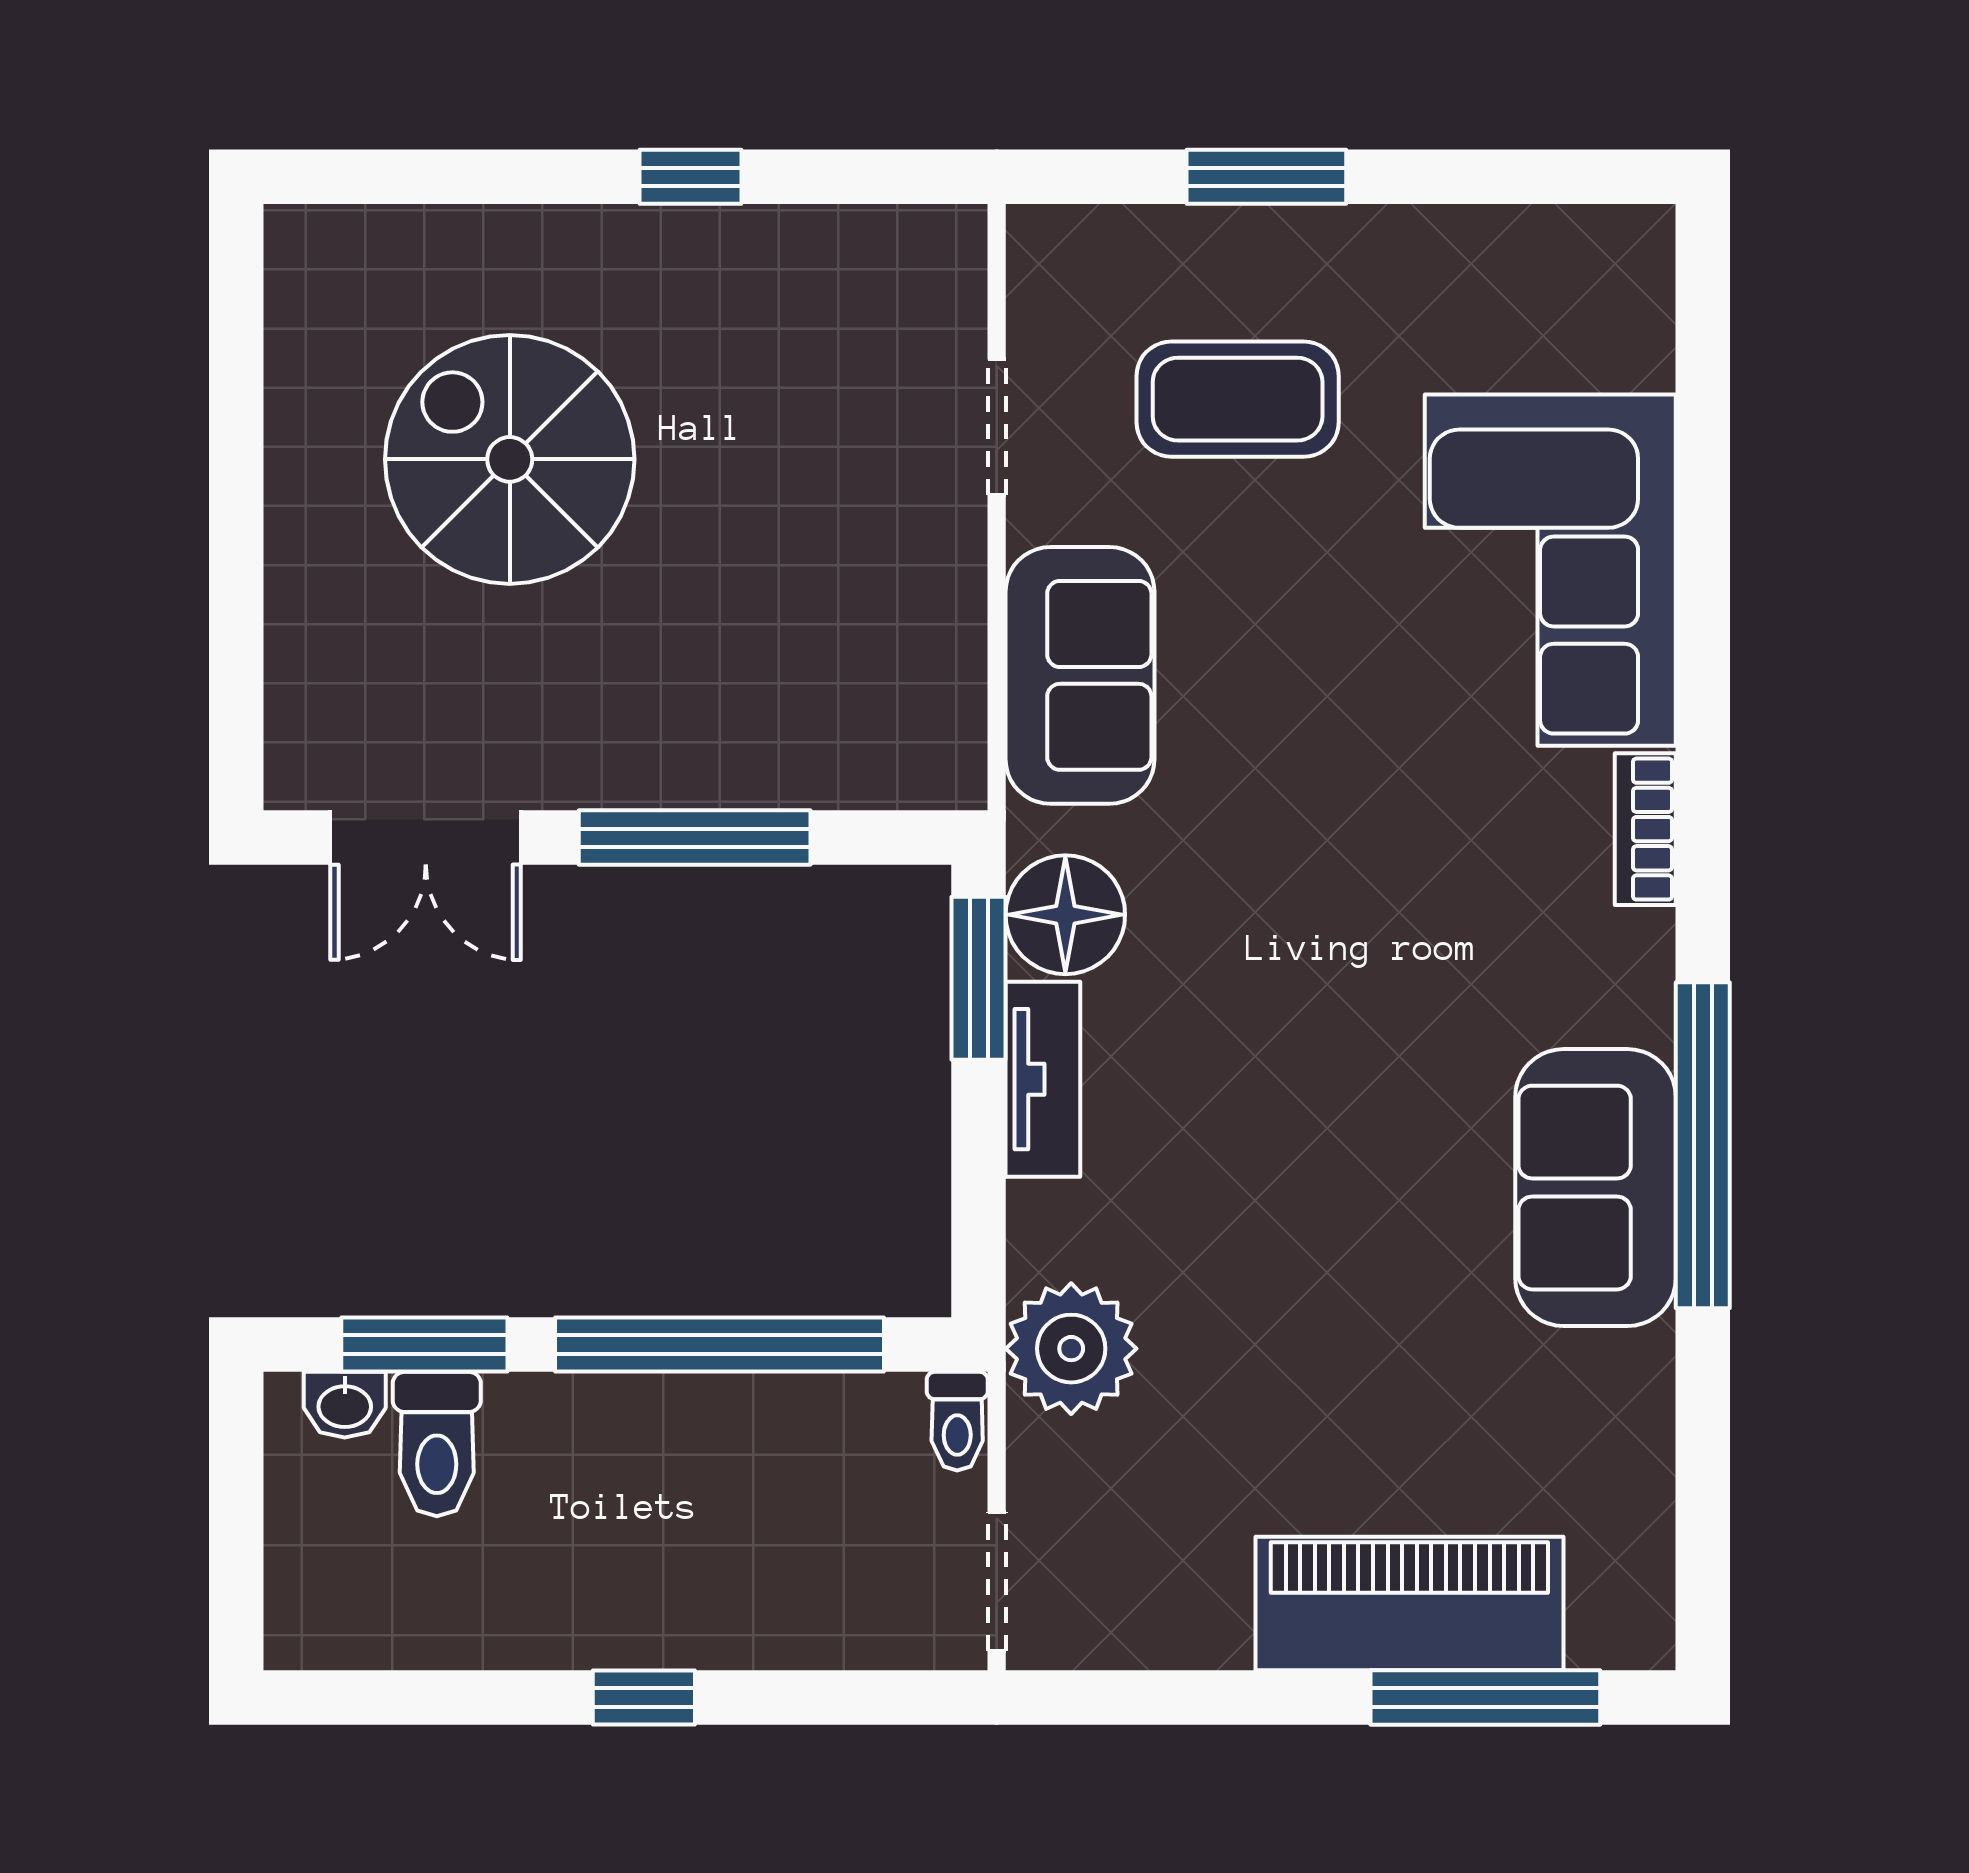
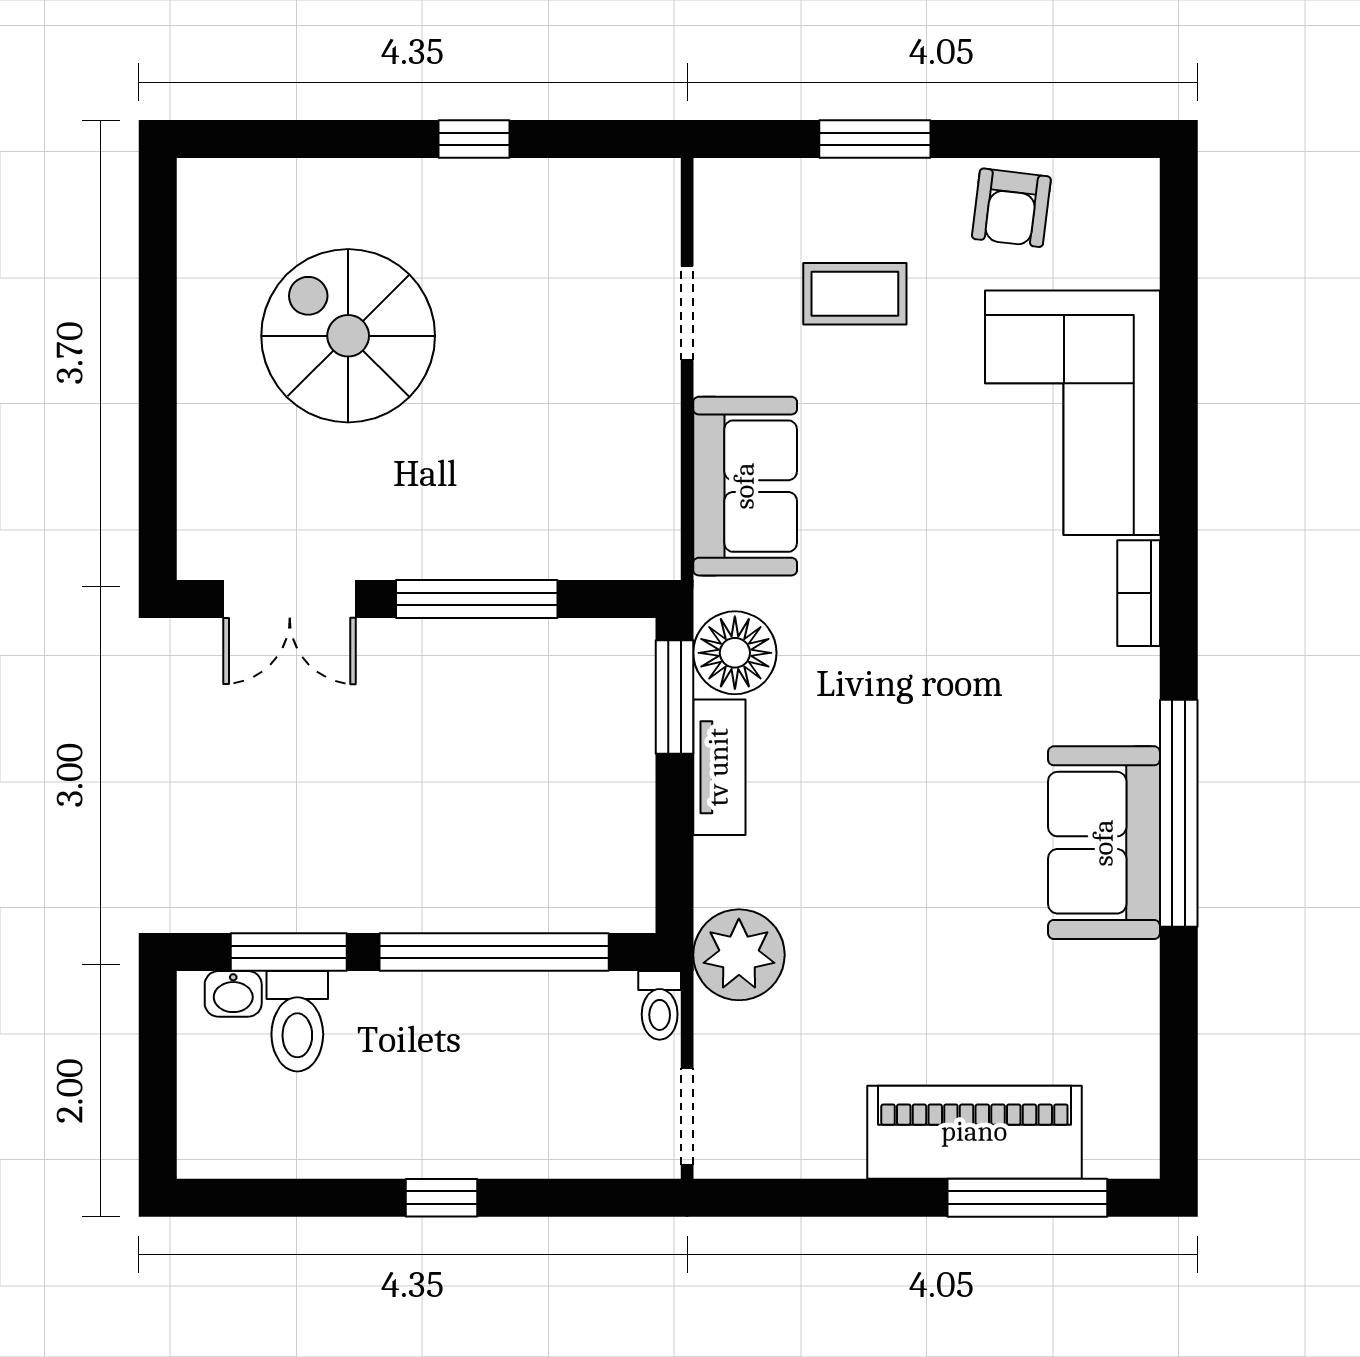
armchair: (1462, 275) -> (1011, 208), added
coffee table: (1238, 399) -> (855, 294), width x0.73, depth x0.77

